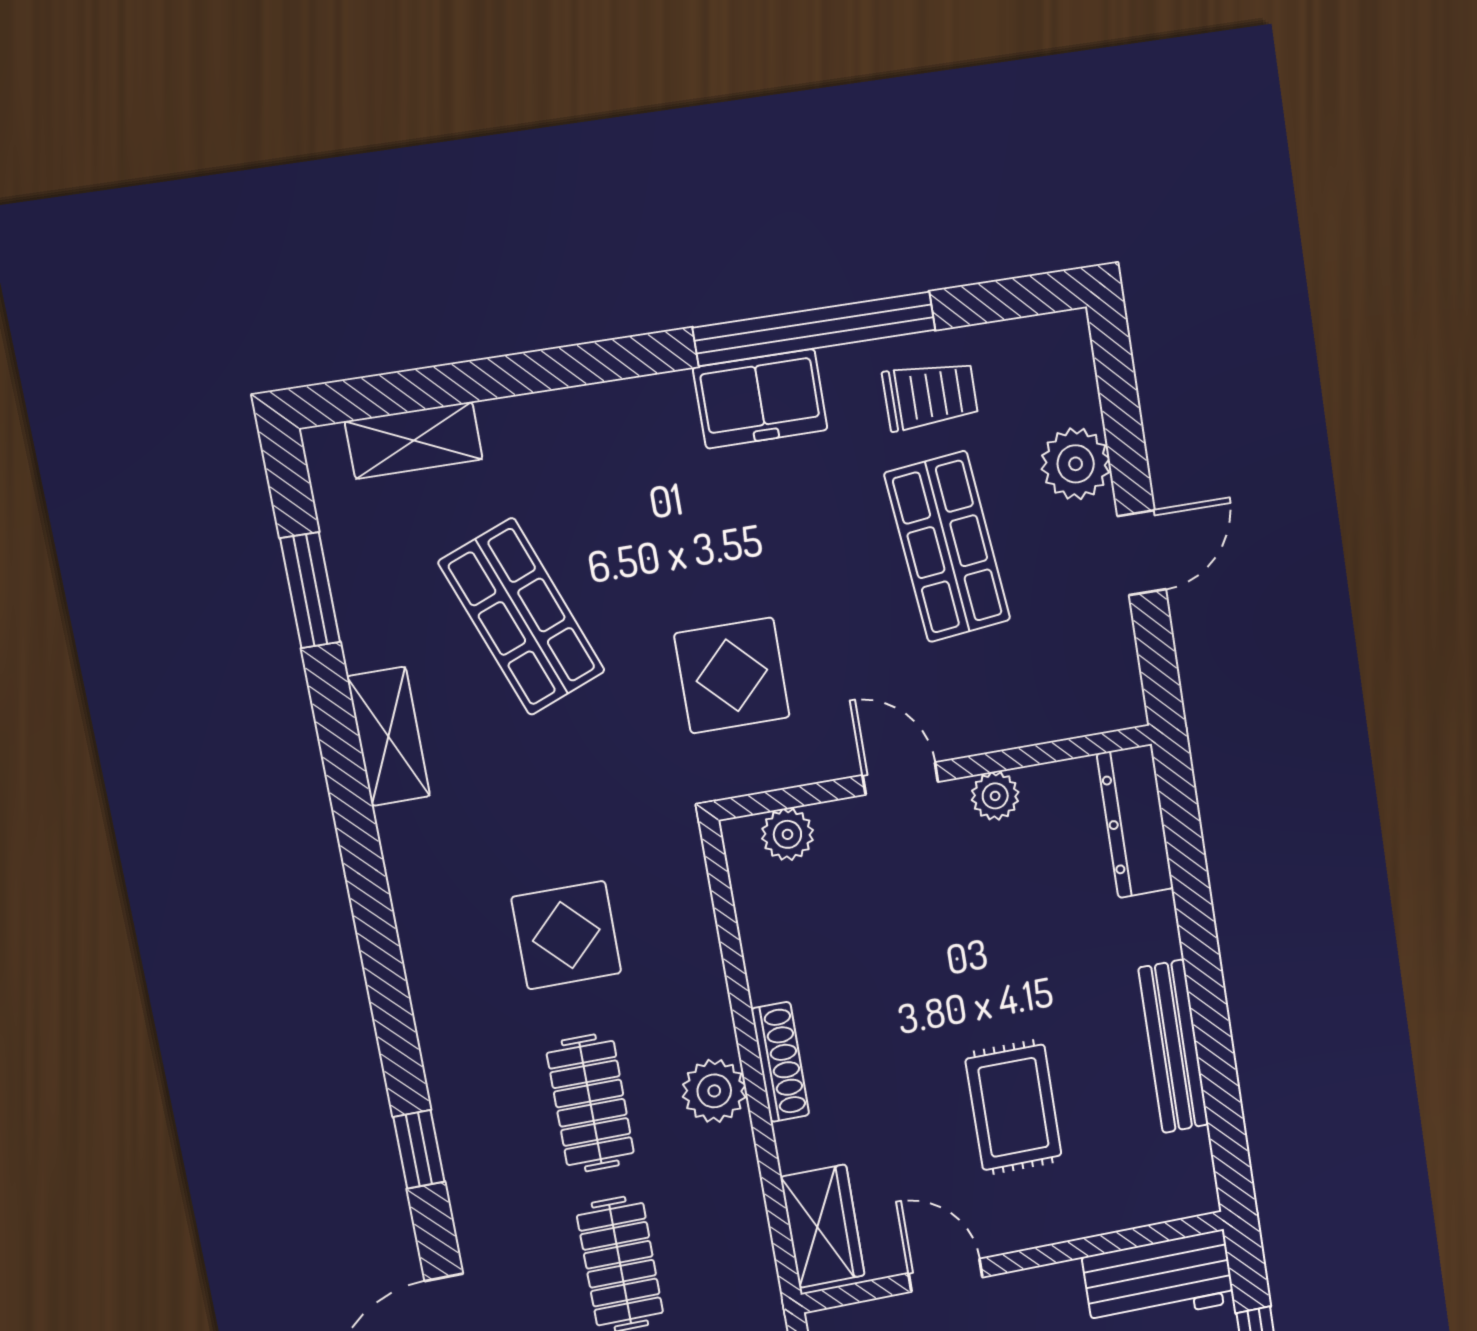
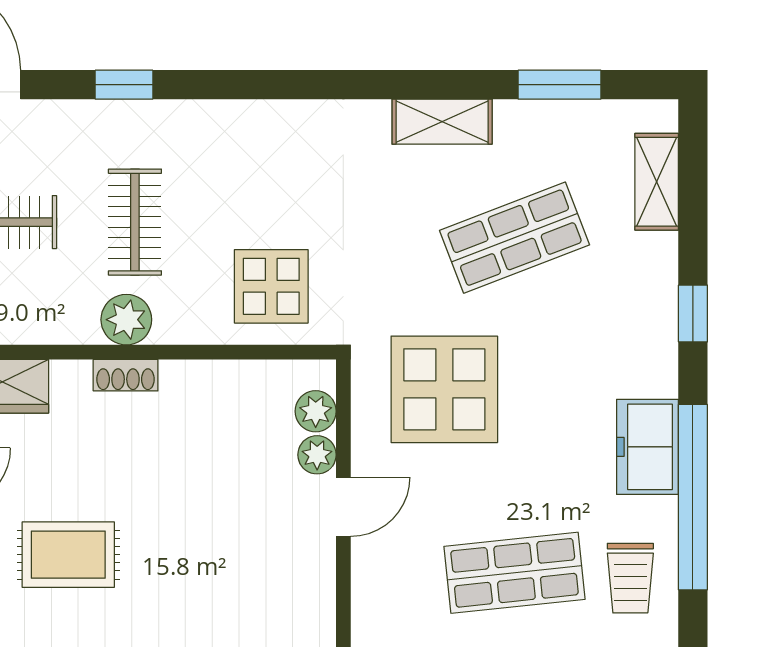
window: (578, 365) -> (693, 313), added
display table: (732, 675) -> (444, 389), width x1.36, depth x1.36
plant: (995, 796) -> (317, 455), moved
display table: (566, 935) -> (271, 286), moved
shoe rack: (780, 1062) -> (126, 375), width x0.70
clothes rail: (590, 1103) -> (135, 222), turned 90

